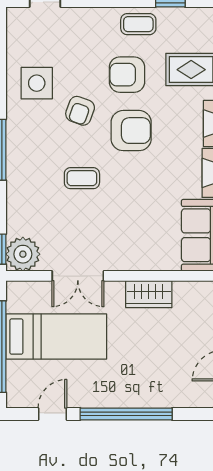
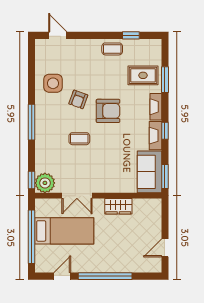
armchair: (127, 75) -> (106, 78), removed

